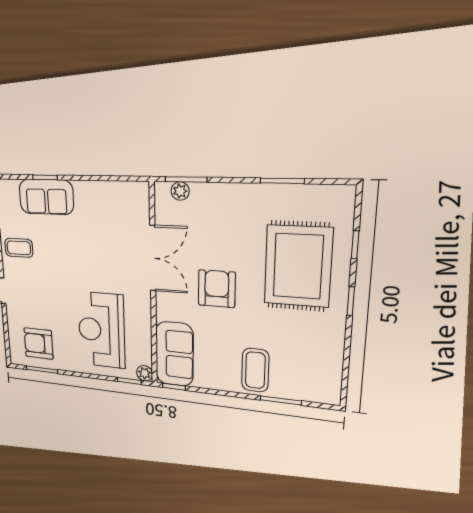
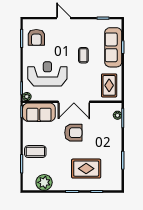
sofa: (46, 197) -> (113, 47), width x1.36
rug: (119, 208) -> (109, 85), added
coffee table: (19, 248) -> (83, 55), moved
double door: (153, 258) -> (74, 102), moved
rug: (298, 266) -> (86, 169), width x0.73, depth x0.69
armchair: (38, 343) -> (36, 37), turned 180
plant: (325, 360) -> (44, 182), added

